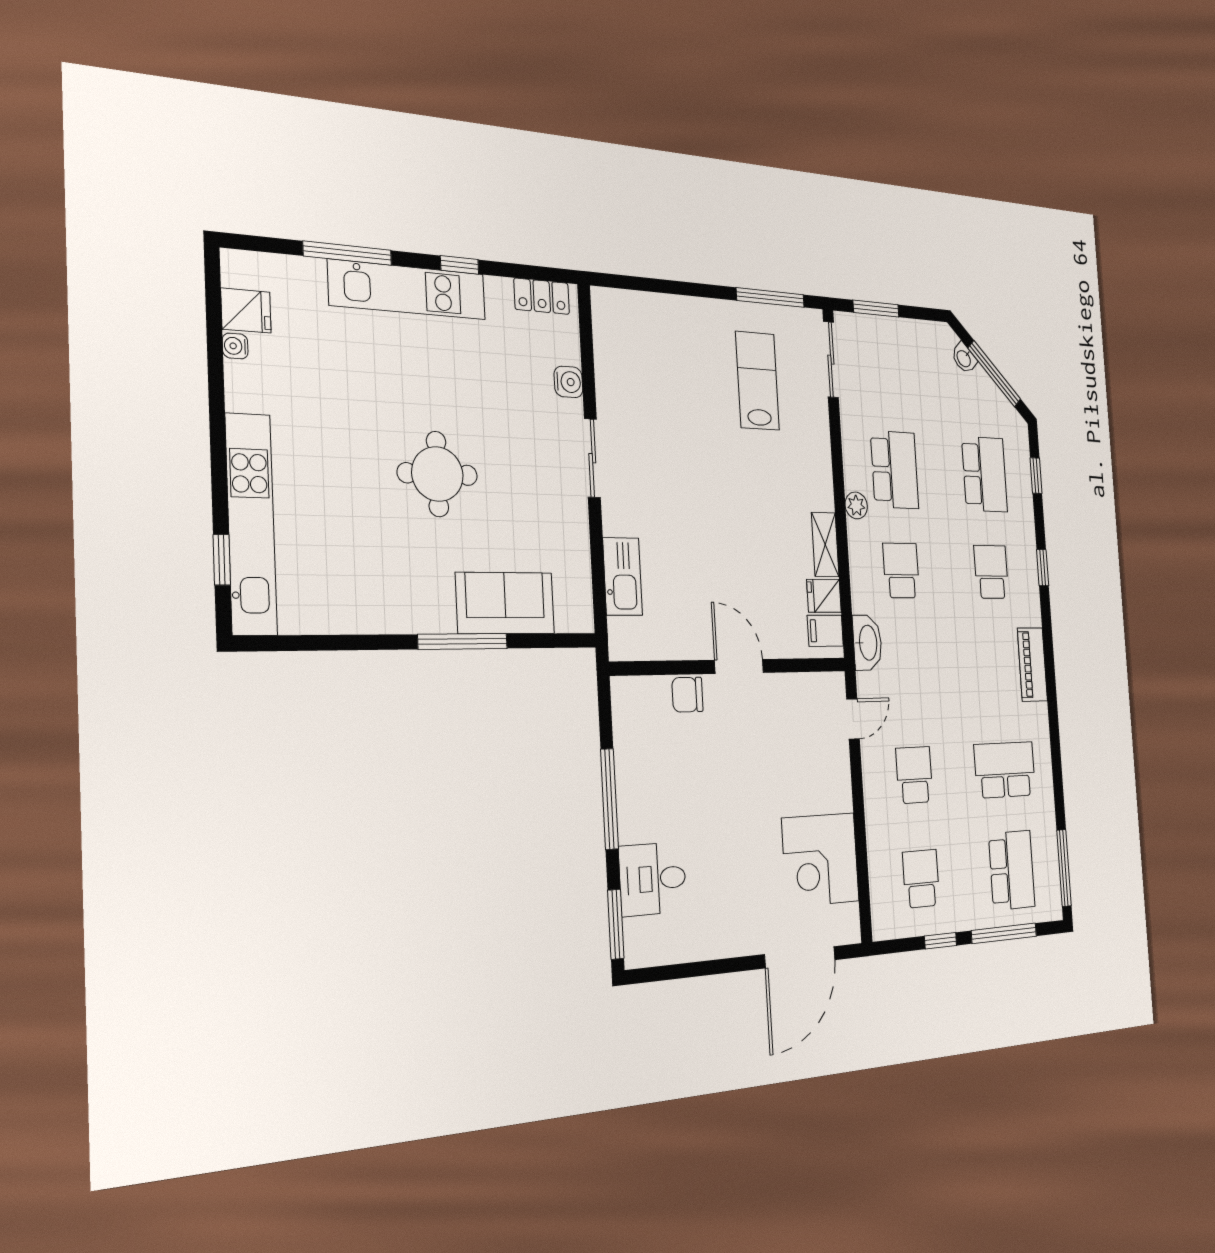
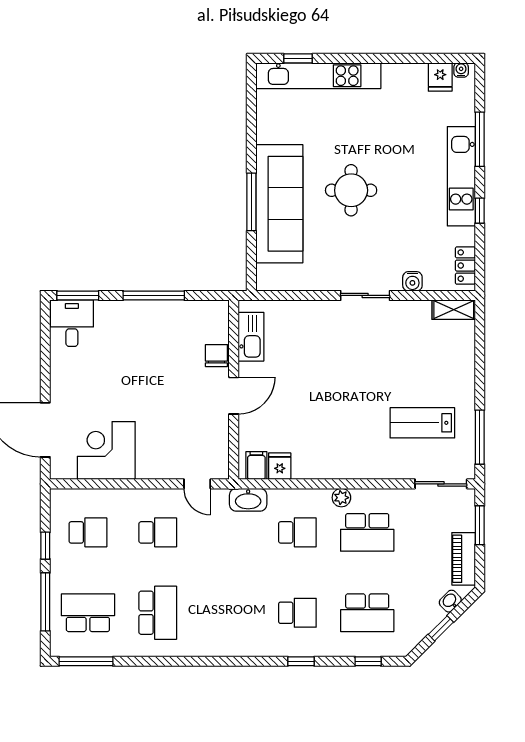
water cooler: (235, 346) -> (461, 70), moved
window: (994, 374) -> (441, 628), width x0.46
lab bench: (757, 381) -> (422, 423), turned 180
shelving: (825, 545) -> (454, 310), moved
kitchen sink: (623, 577) -> (251, 337), moved, turned -90
sofa: (505, 603) -> (279, 204), width x1.85, depth x1.27
piano: (1032, 664) -> (464, 559), moved, turned -90
school desk: (1012, 870) -> (88, 613), turned 180
desk: (653, 879) -> (72, 323), moved

